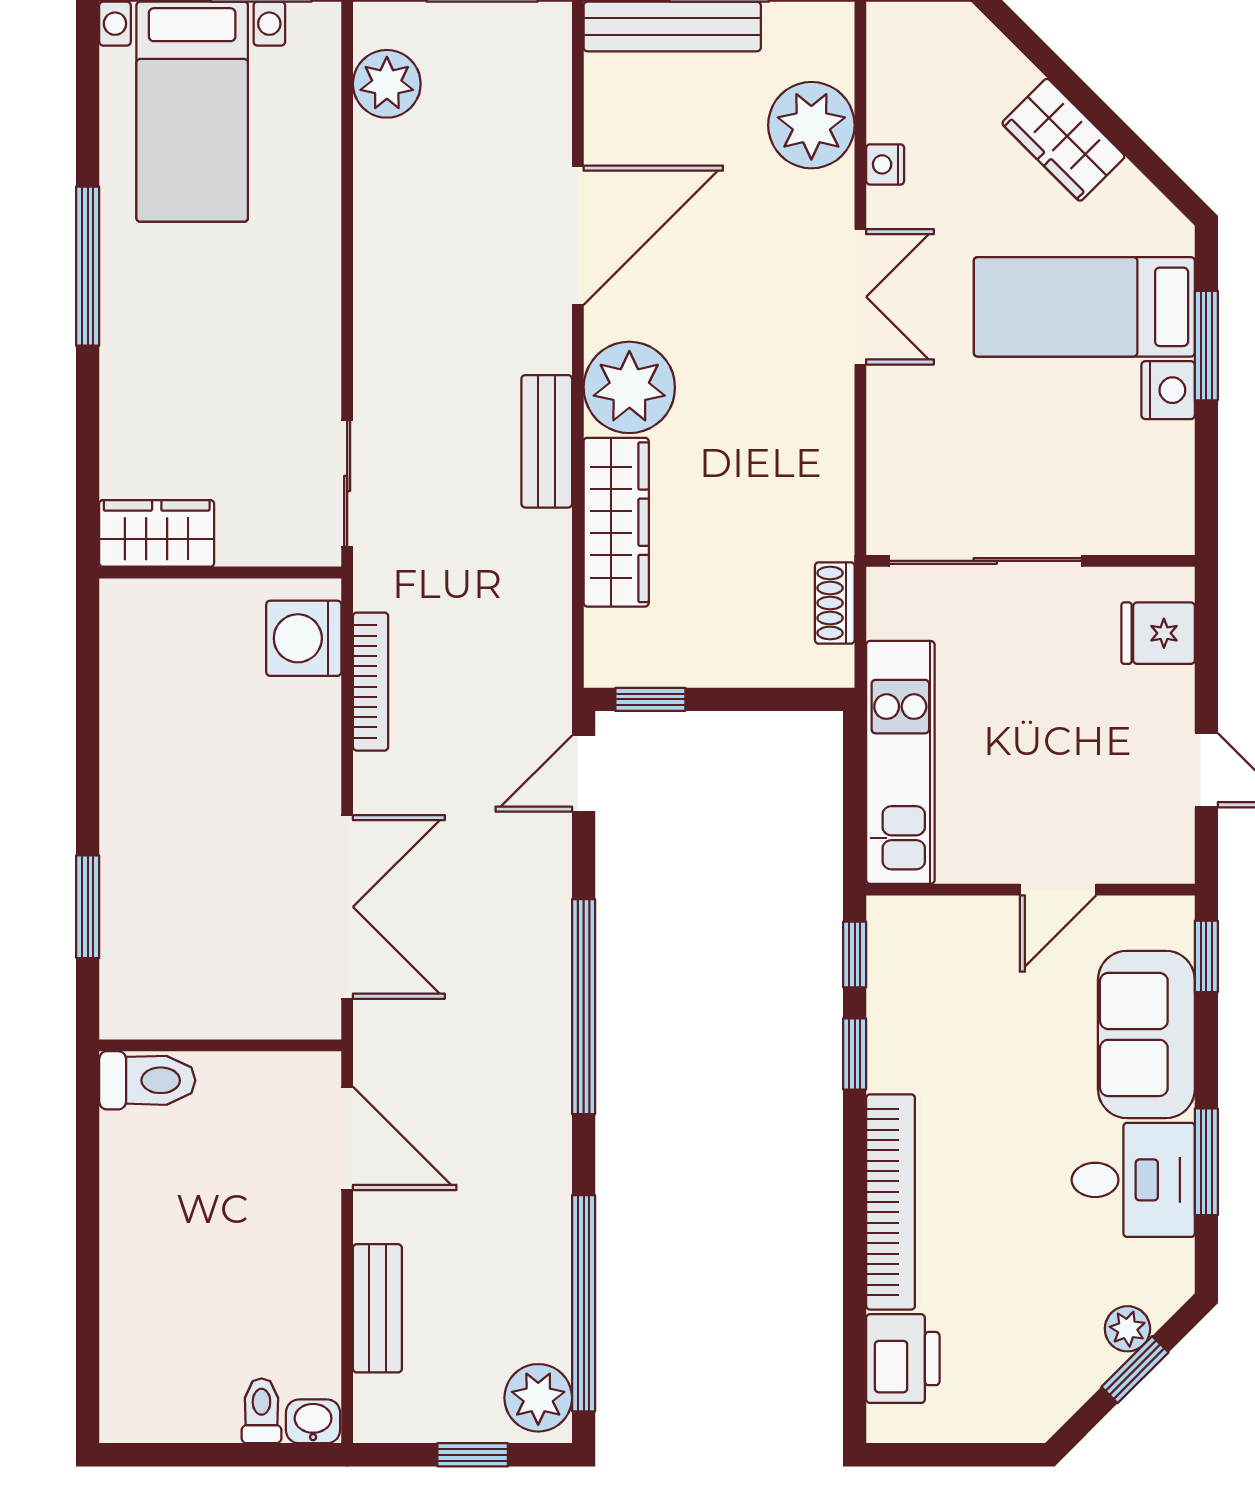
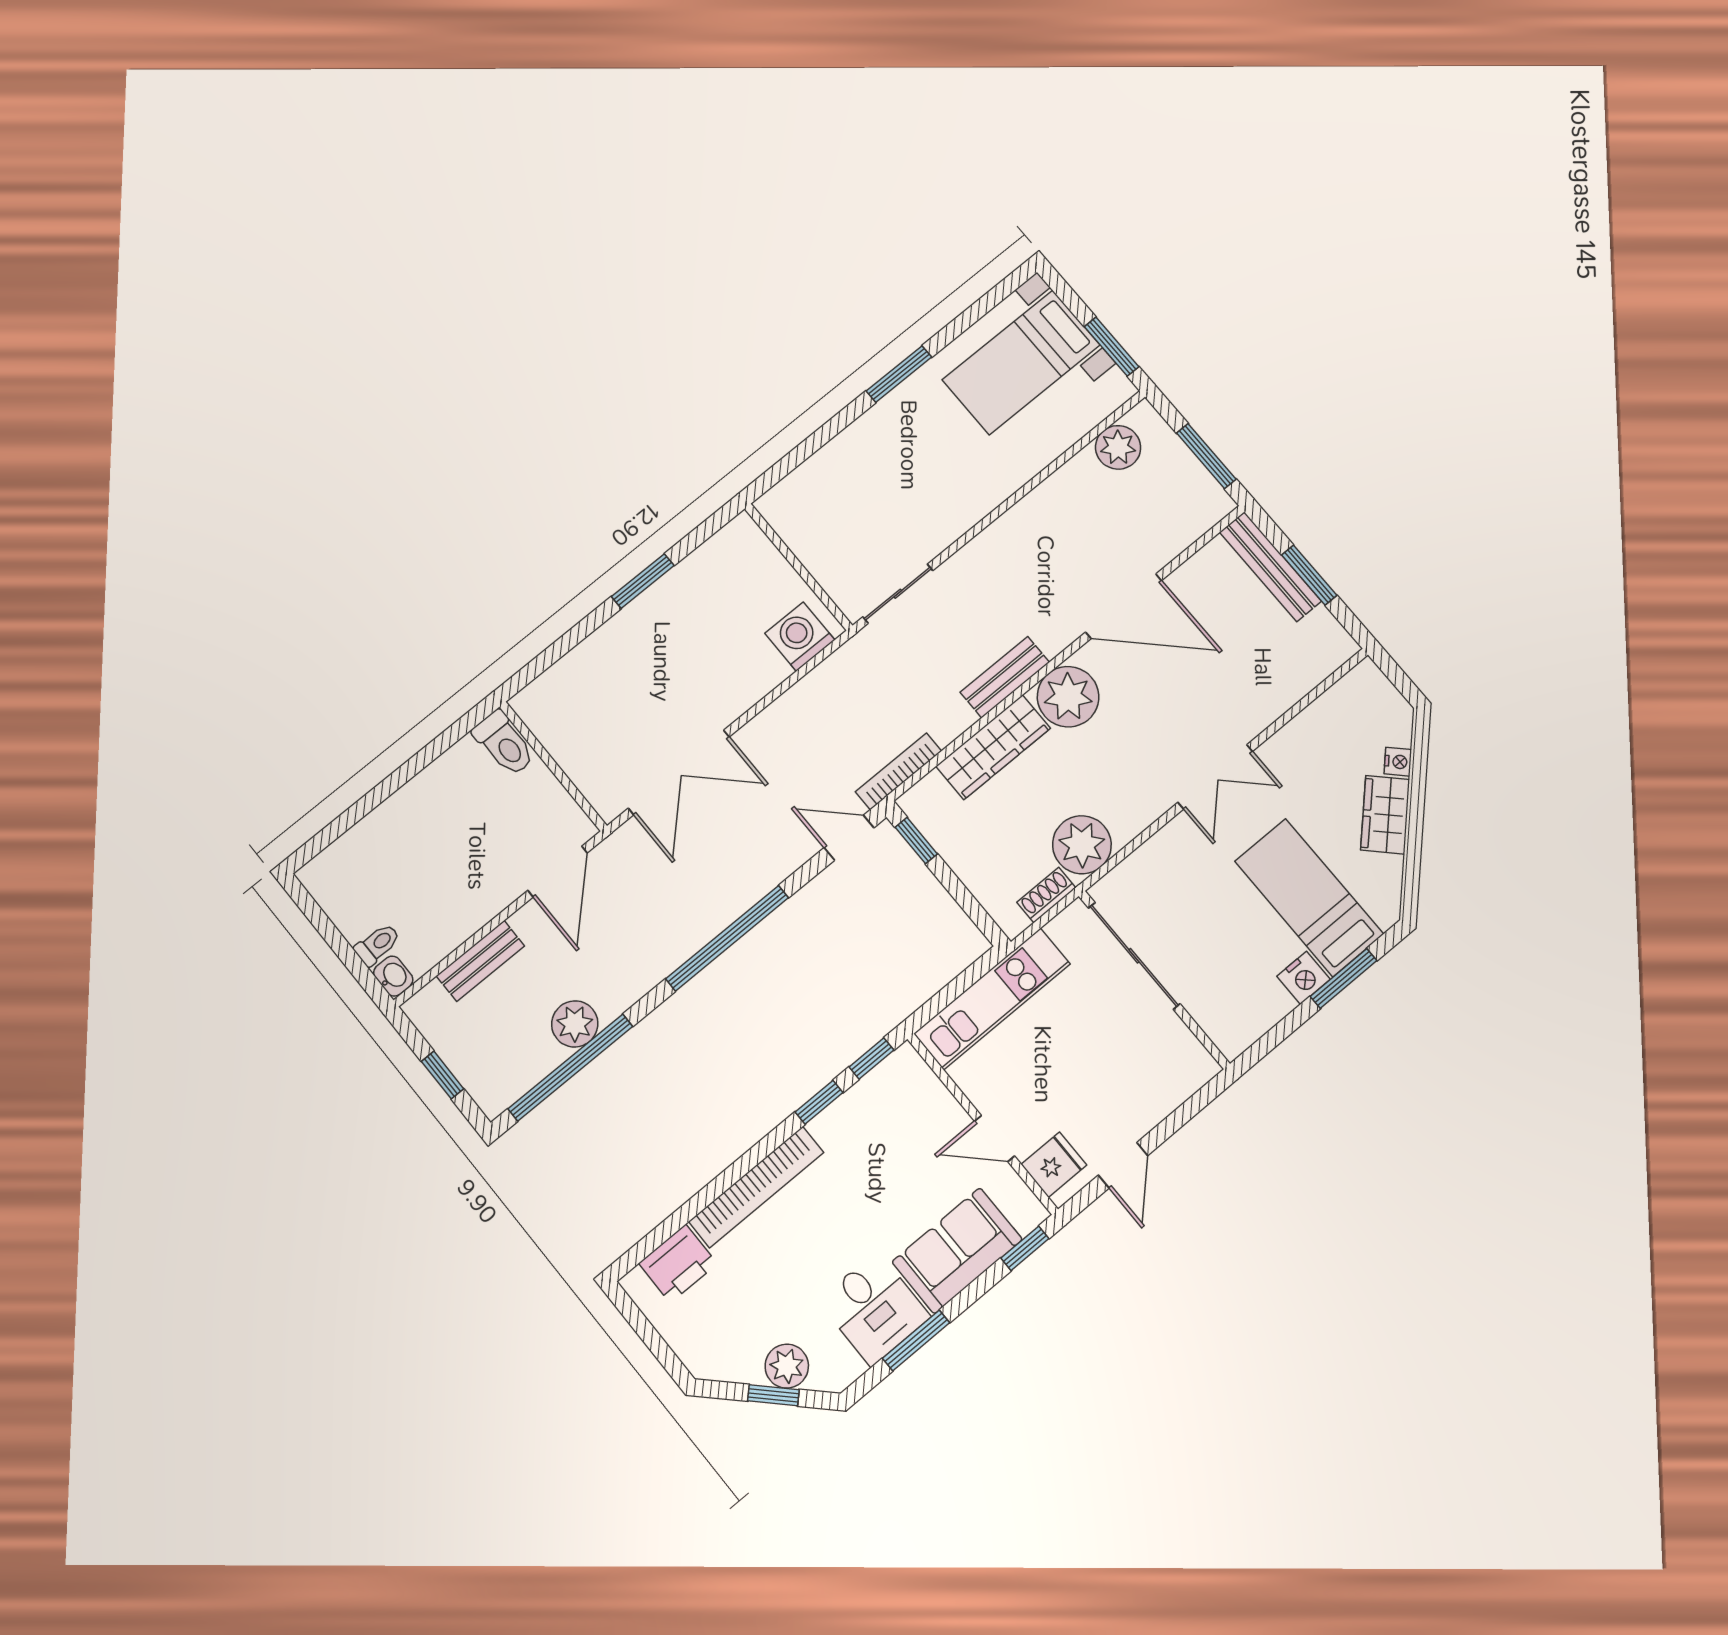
plant: (811, 125) -> (1082, 845), moved
nightstand: (885, 164) -> (1398, 762), moved, turned 135
window: (88, 266) -> (899, 374), width x0.69
wardrobe: (157, 533) -> (792, 519), removed
fridge: (1158, 633) -> (1054, 1165), moved, turned 90
bookcase: (371, 682) -> (898, 771), moved, turned 180
window: (88, 907) -> (643, 581), moved
plant: (1127, 1329) -> (787, 1366), width x1.38, depth x1.38
plant: (538, 1398) -> (575, 1024), moved

